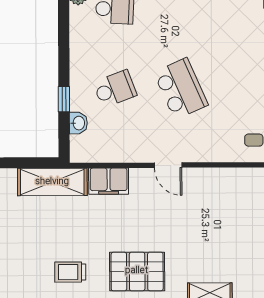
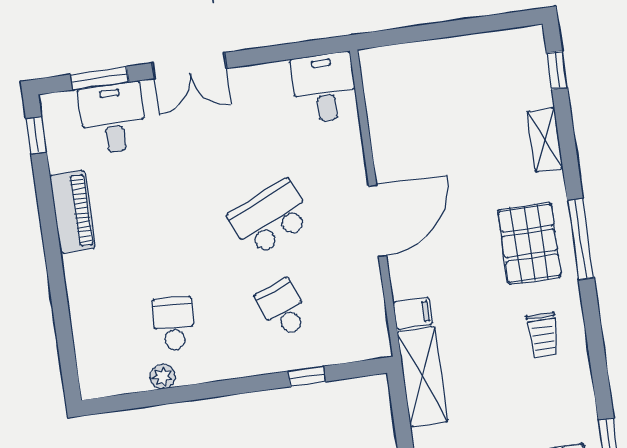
washbasin: (78, 123) -> (337, 352), removed
door: (168, 165) -> (378, 221), width x1.87
filing cabinet: (109, 181) -> (413, 313), width x0.50

